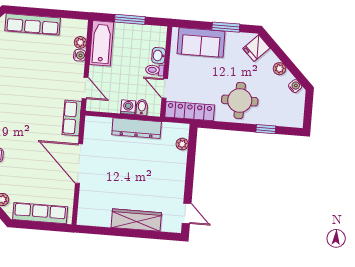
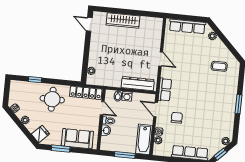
chair: (53, 76) -> (177, 118), added
dresser: (137, 128) -> (138, 84), moved
door: (79, 164) -> (161, 59), width x0.53

